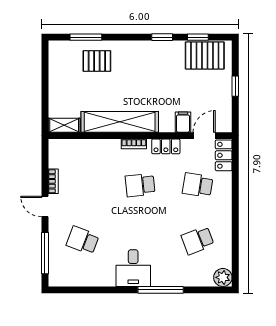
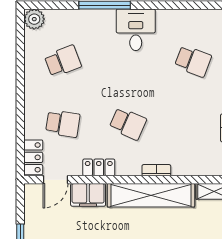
filing cabinet: (183, 122) -> (88, 195), width x2.00
bookcase: (134, 144) -> (156, 170), moved
school desk: (140, 185) -> (128, 124), turned 30

